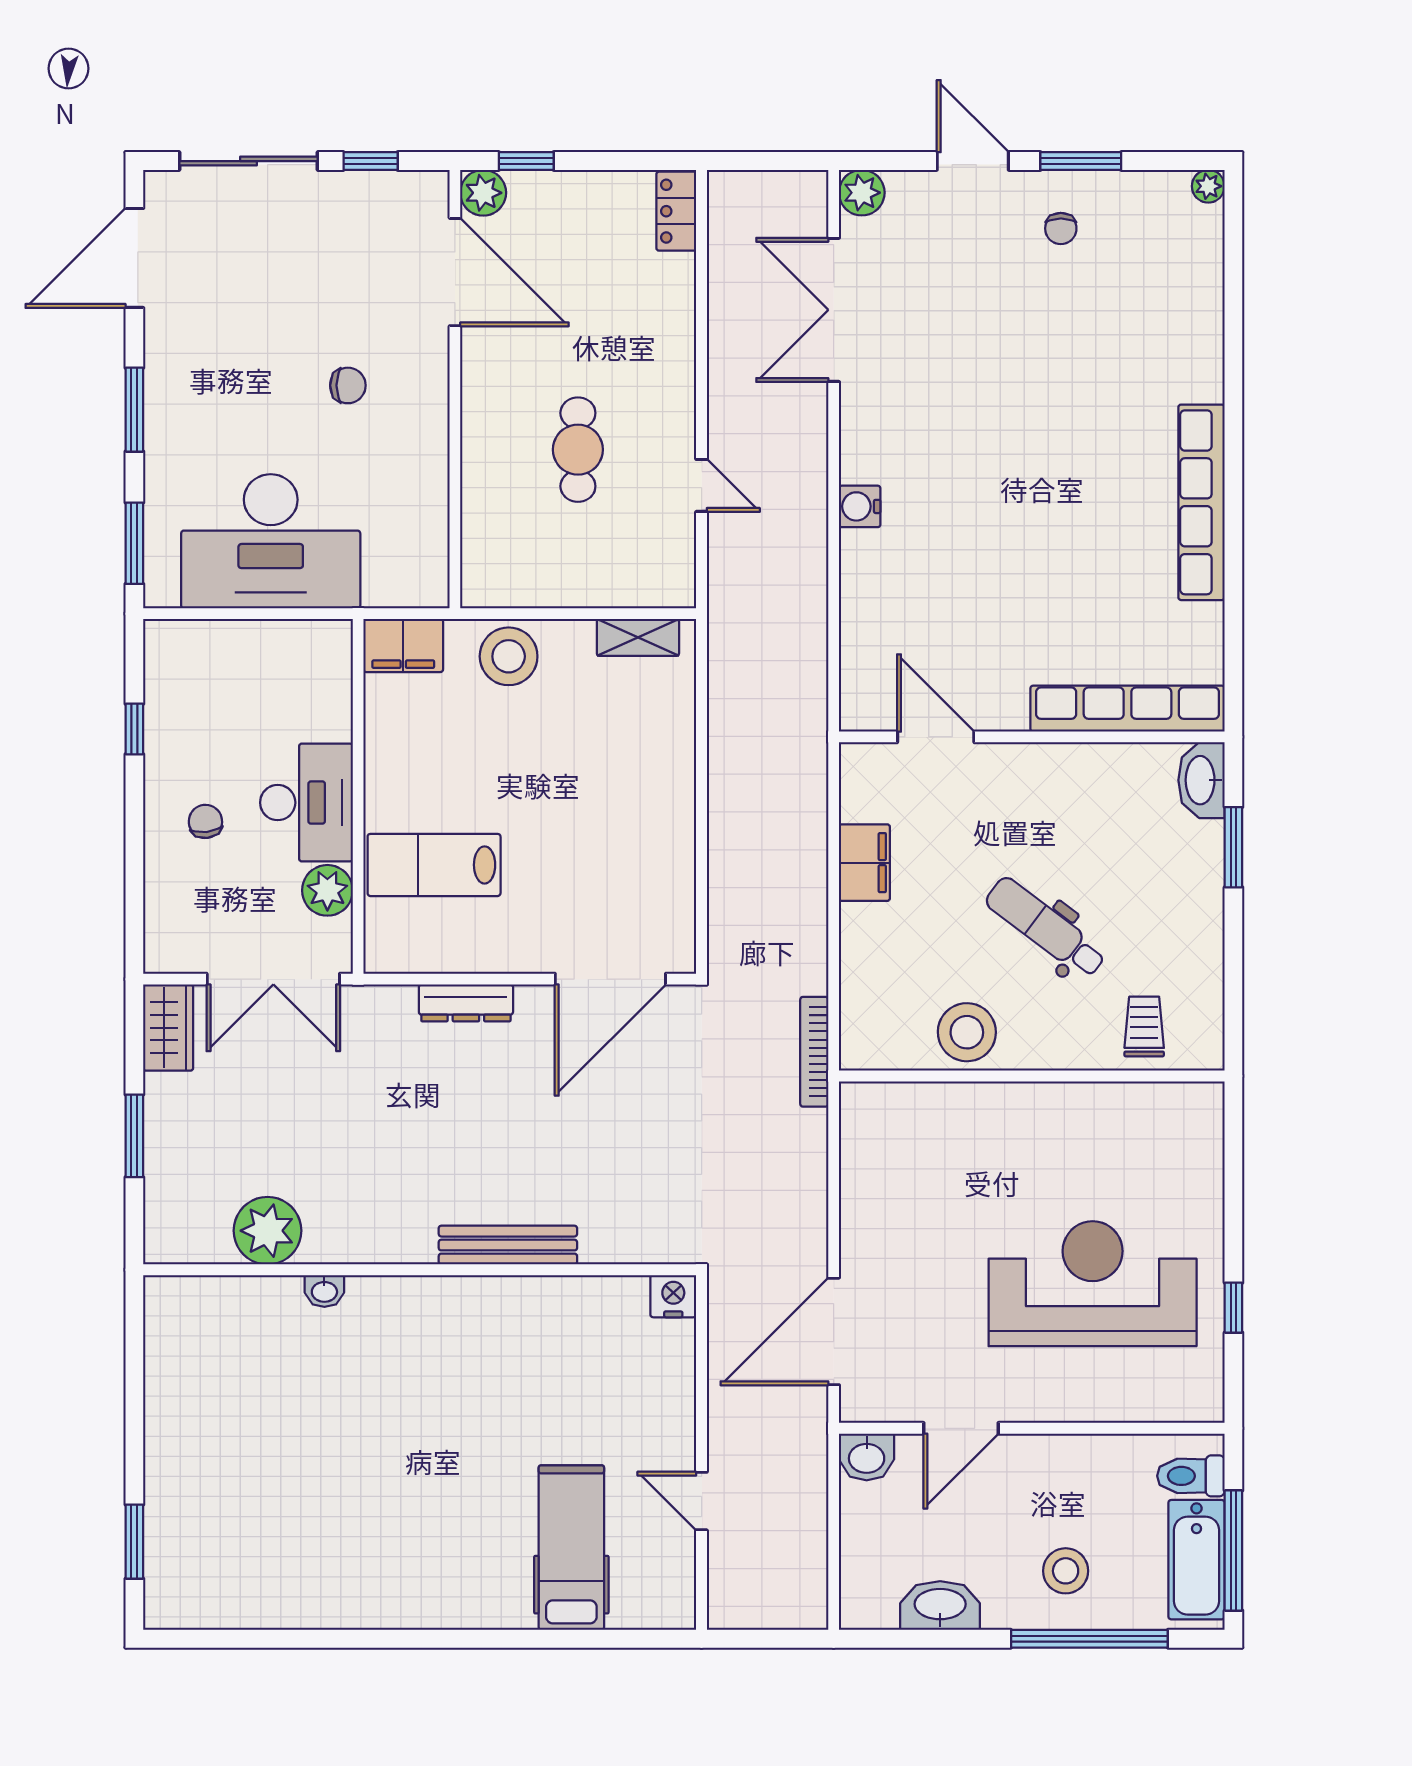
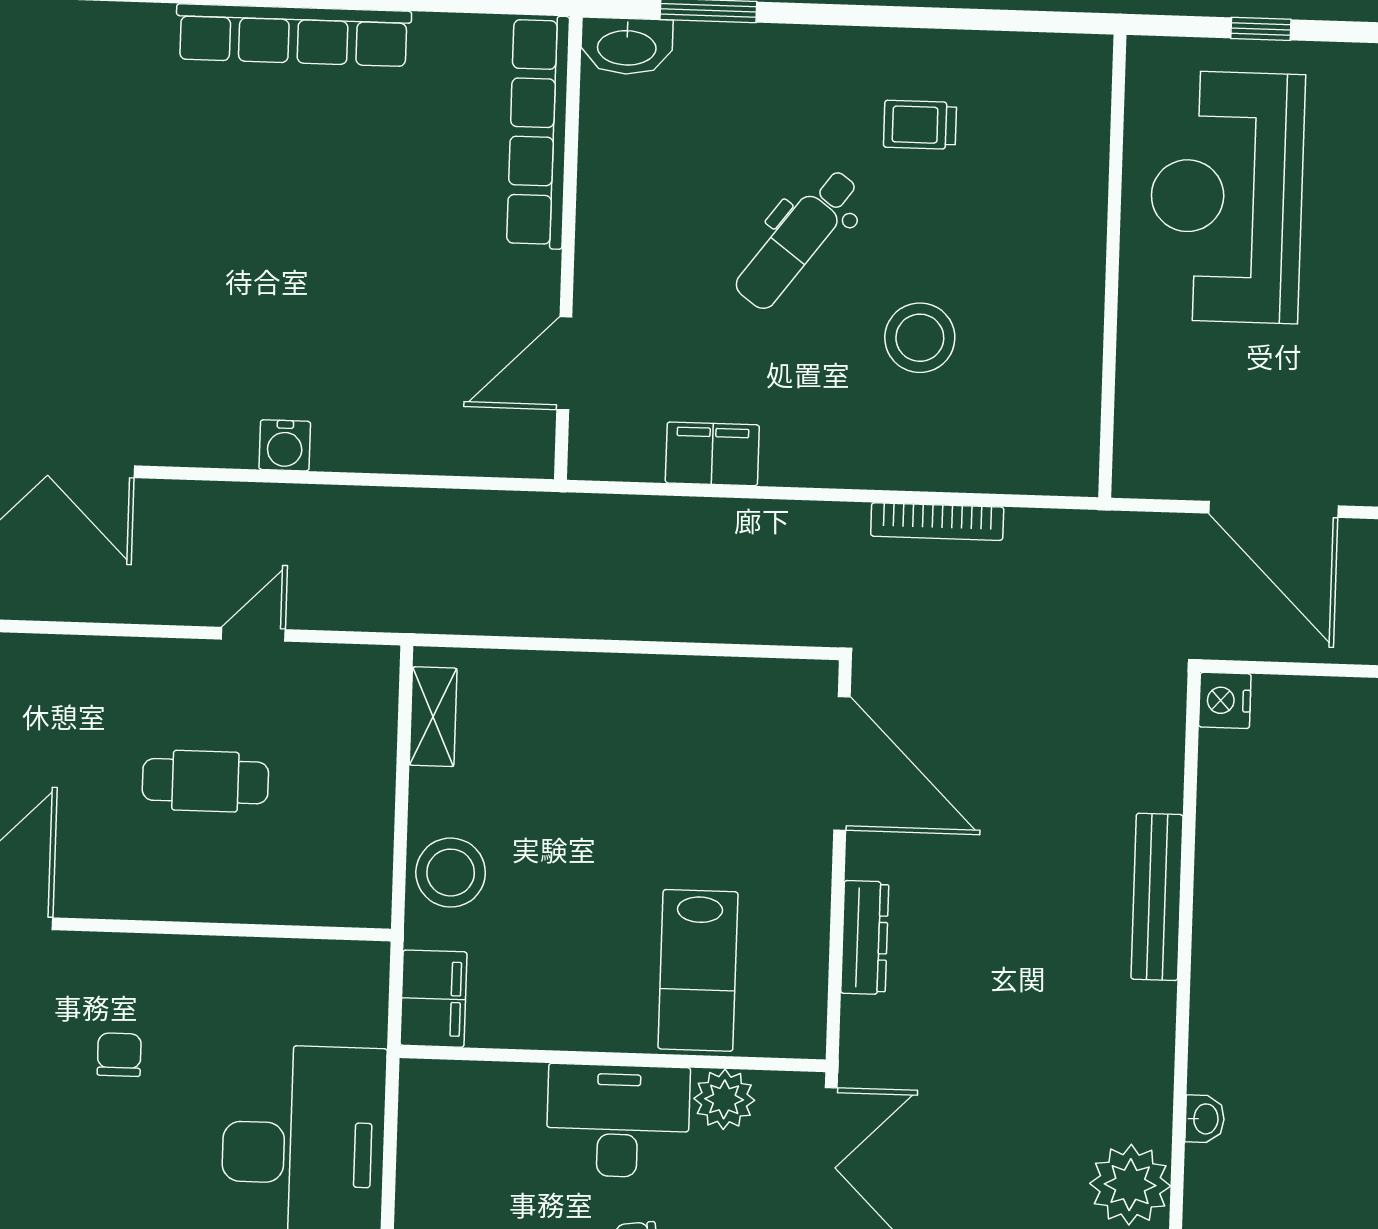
wall: (1032, 1076) -> (1112, 266), moved

